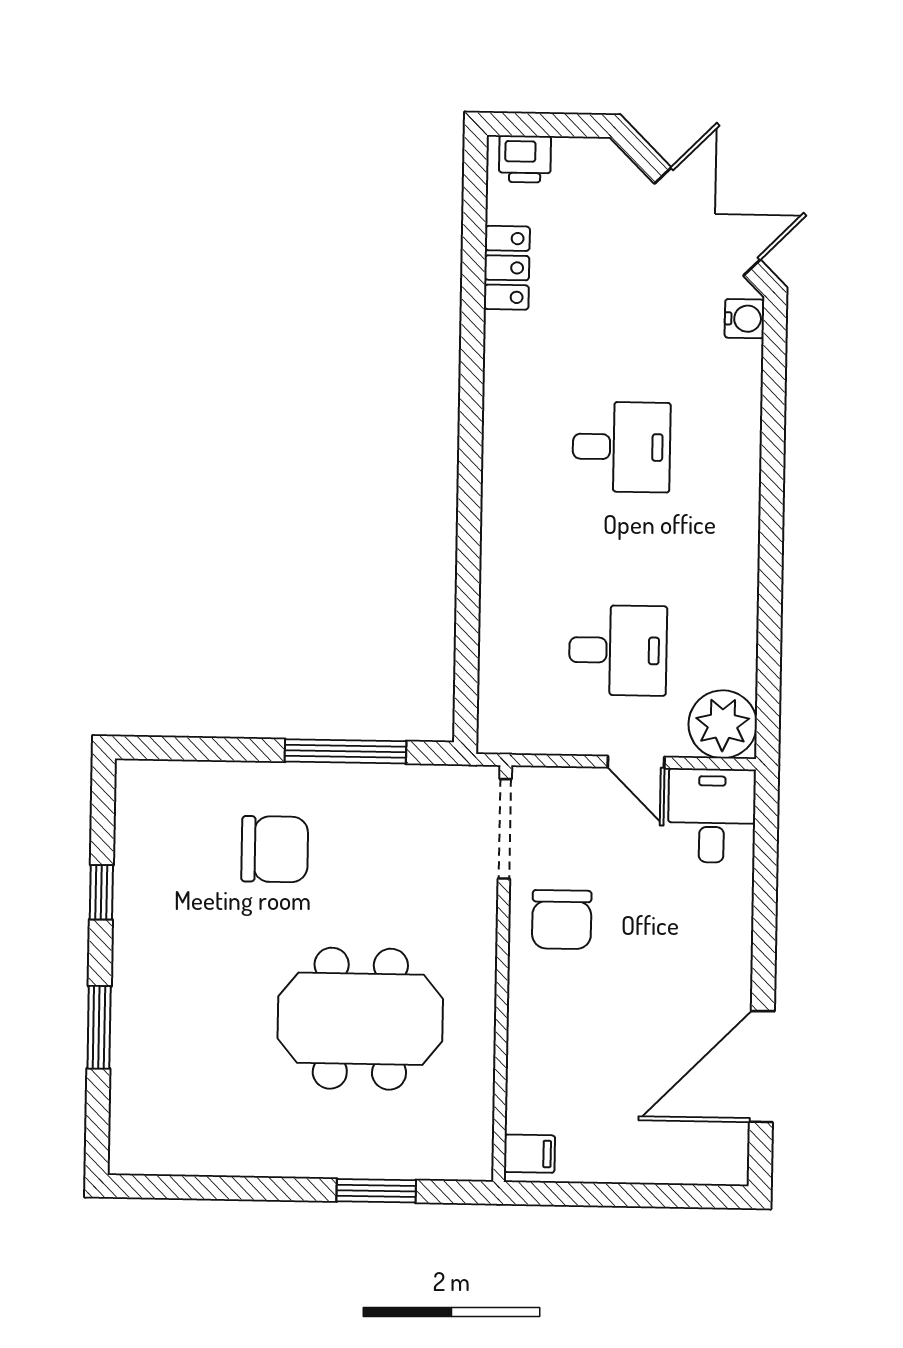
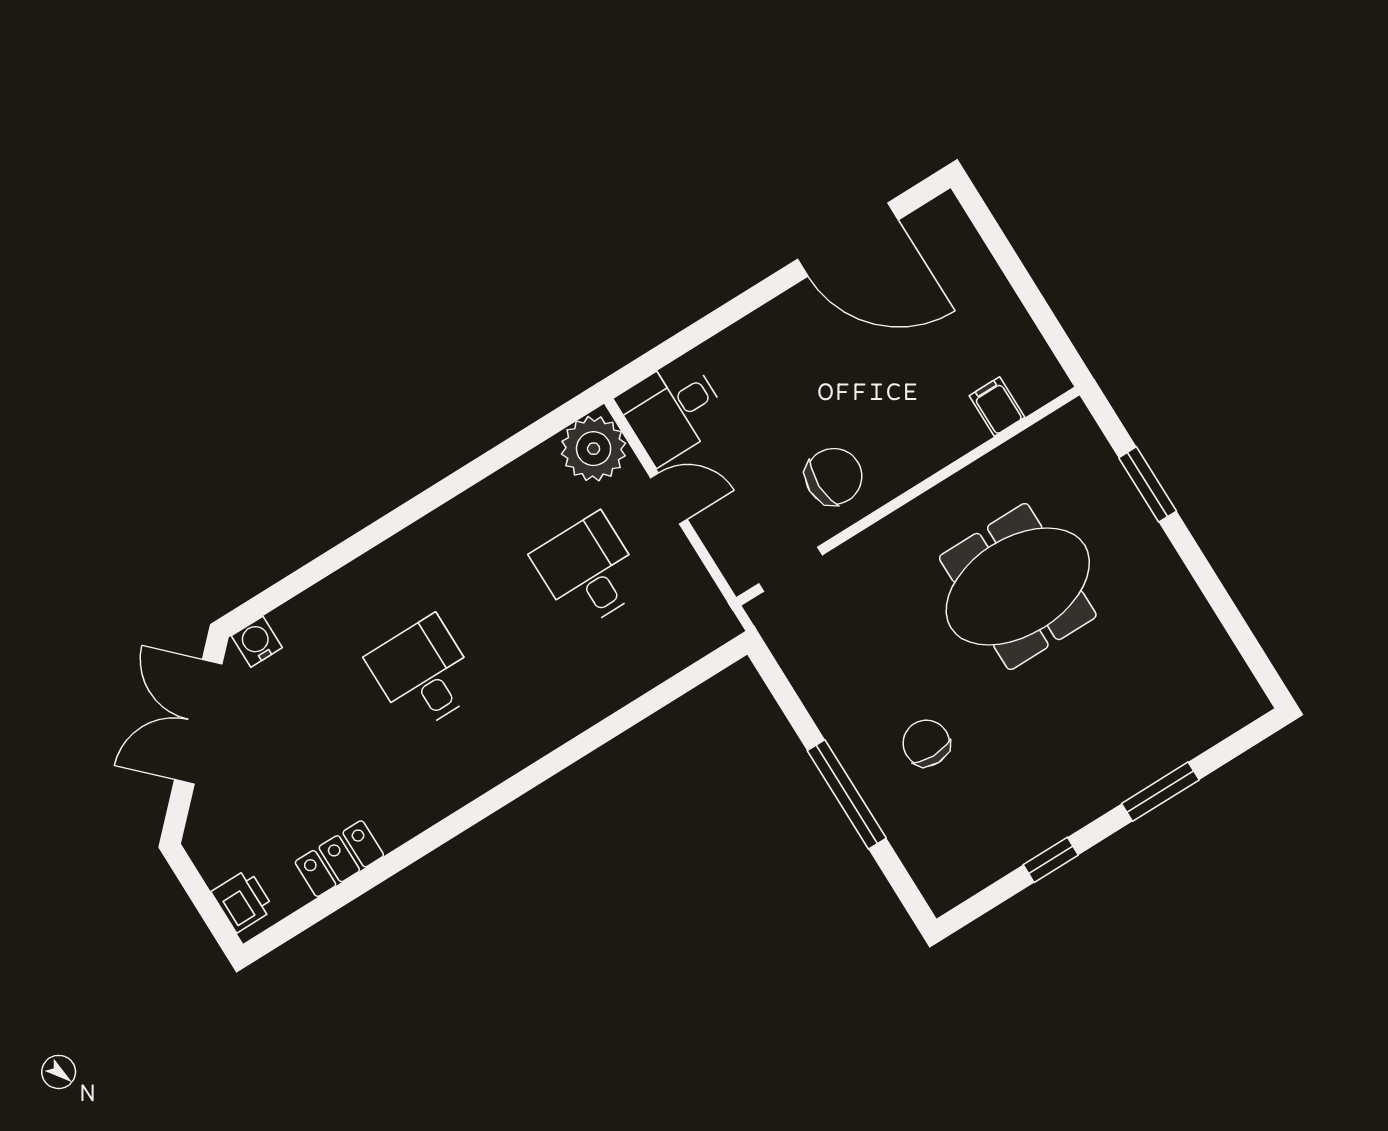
window: (345, 751) -> (847, 794), moved
door: (636, 762) -> (669, 498), hinge flipped
doorway: (505, 829) -> (791, 569), width x0.73
chair: (275, 849) -> (926, 743), width x0.73, depth x0.73
meeting table: (360, 1019) -> (1018, 586), turned 90
filing cabinet: (529, 1154) -> (997, 406), moved

